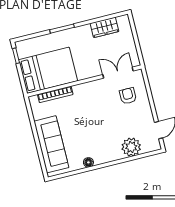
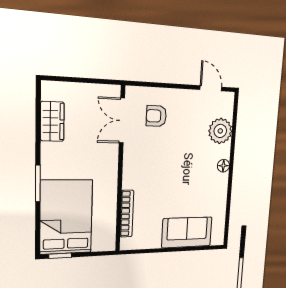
bed: (48, 70) -> (66, 217), moved
sofa: (51, 144) -> (187, 232), width x0.73
floor lamp: (88, 162) -> (223, 166), moved

